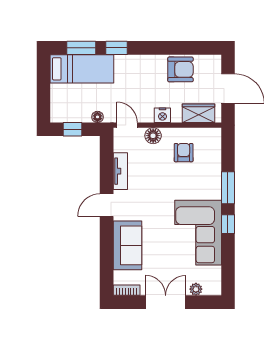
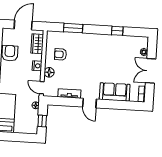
door: (127, 125) -> (42, 88), hinge flipped
window: (228, 188) -> (73, 28), moved
window: (228, 224) -> (117, 31), moved
corner sofa: (198, 233) -> (110, 49), removed

